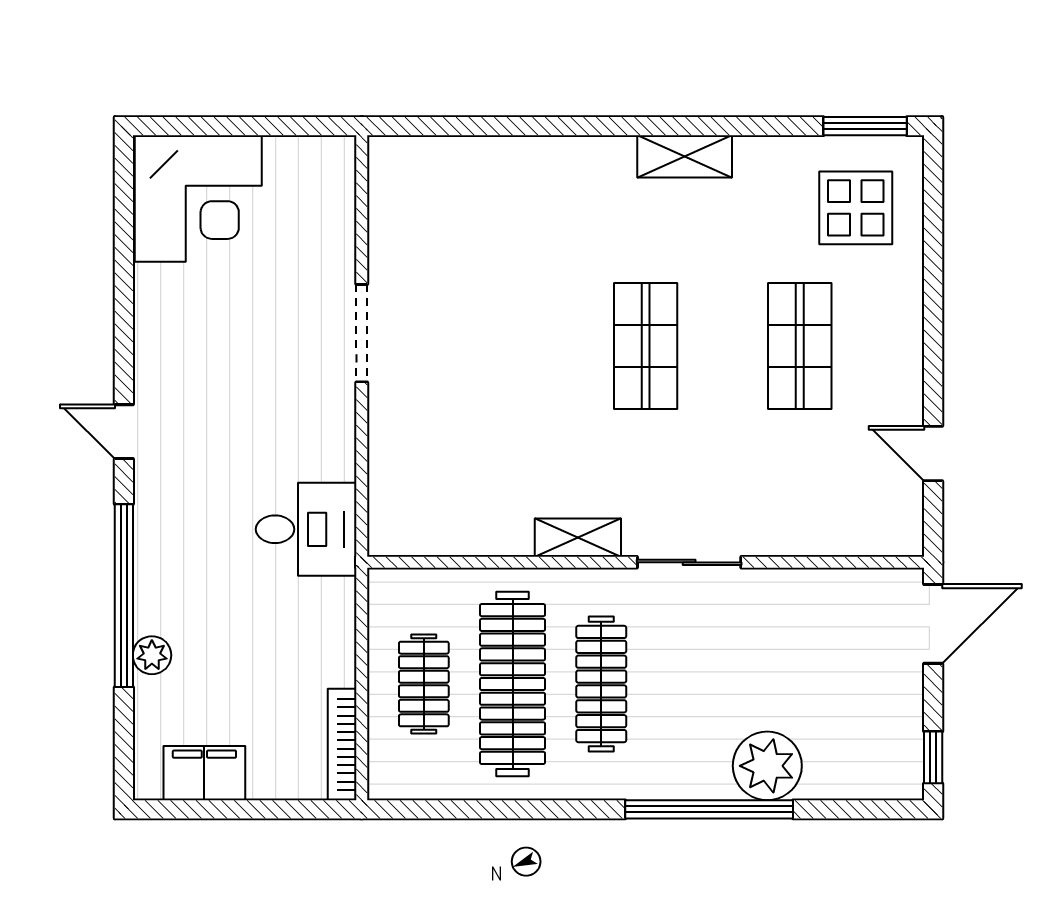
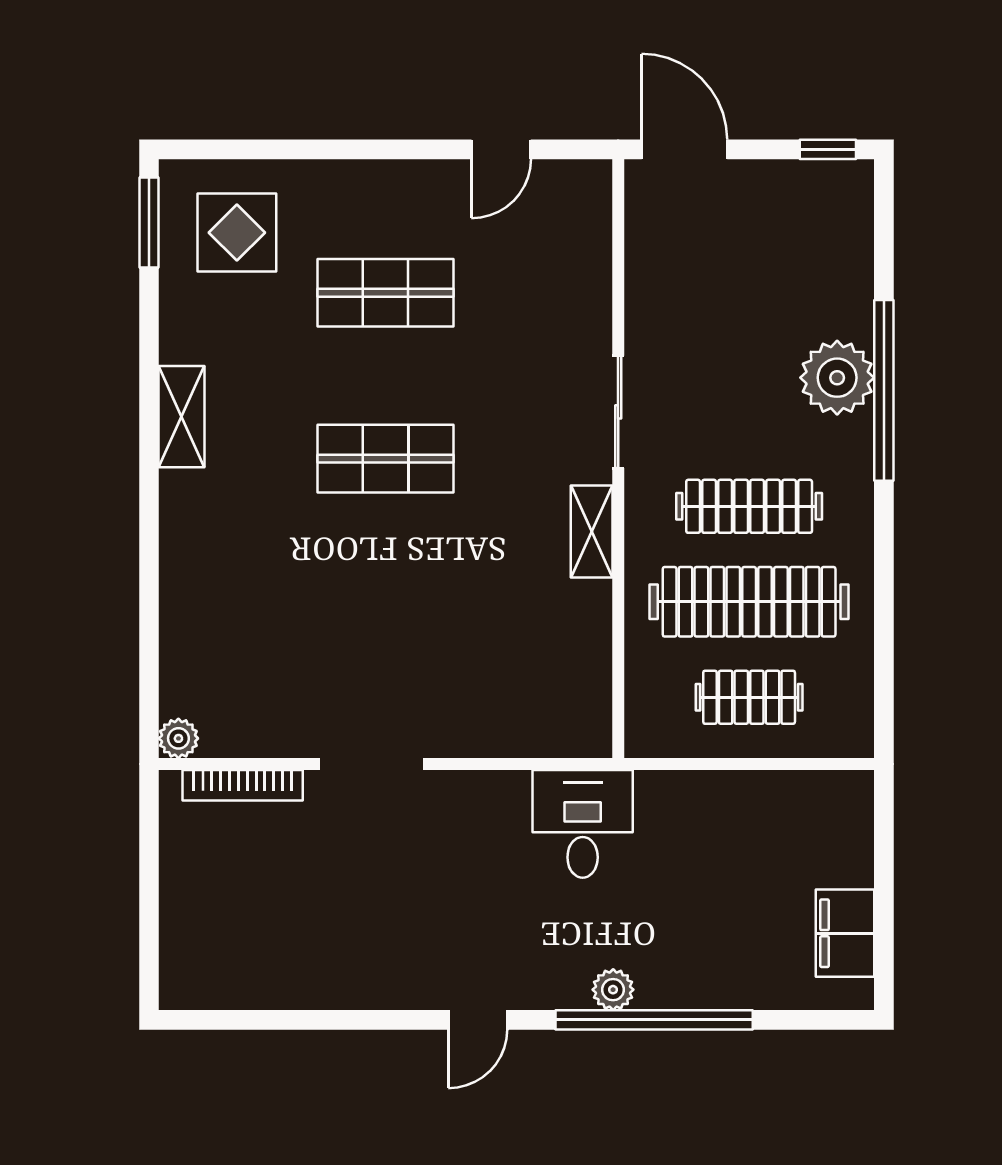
plant: (386, 154) -> (178, 738), added
corner desk: (198, 198) -> (227, 940), removed
plant: (152, 655) -> (613, 990), moved
bookcase: (342, 744) -> (243, 785), moved
plant: (767, 766) -> (837, 378), moved

